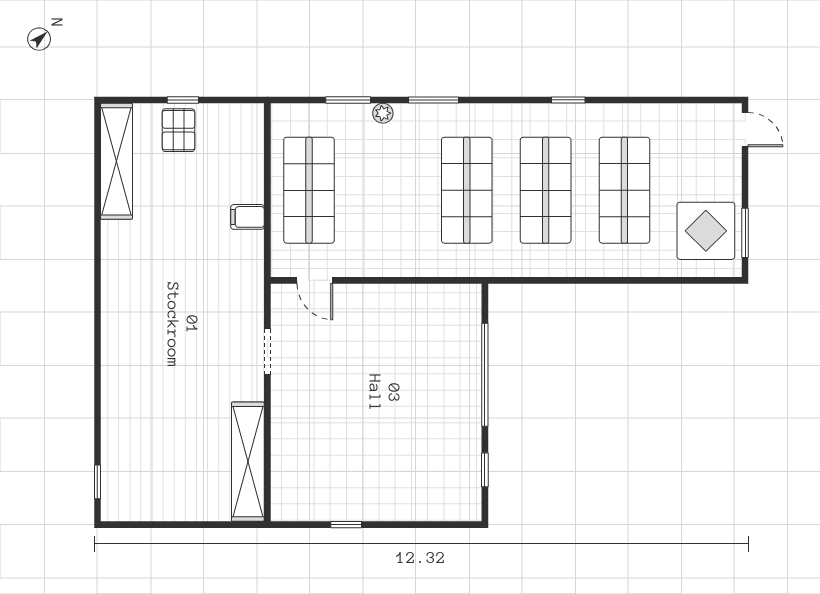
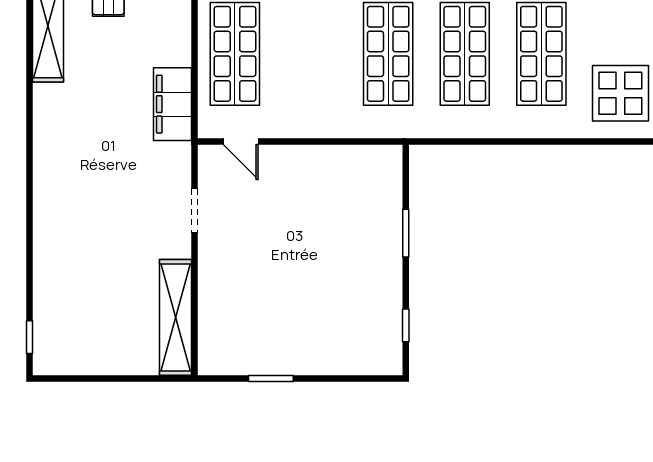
filing cabinet: (247, 217) -> (172, 104), width x3.00, depth x1.17
window: (485, 375) -> (406, 233), width x0.47
window: (346, 525) -> (271, 379), width x1.50

